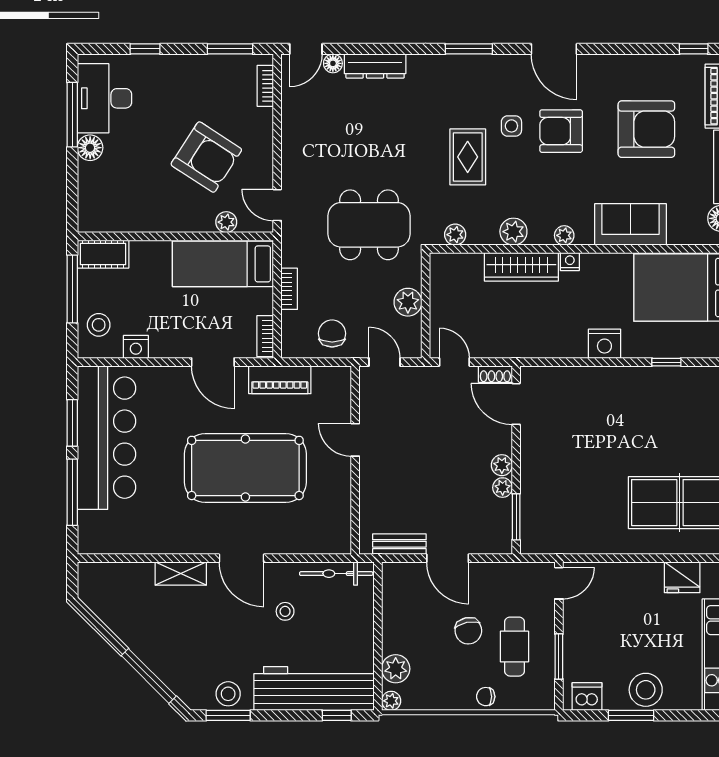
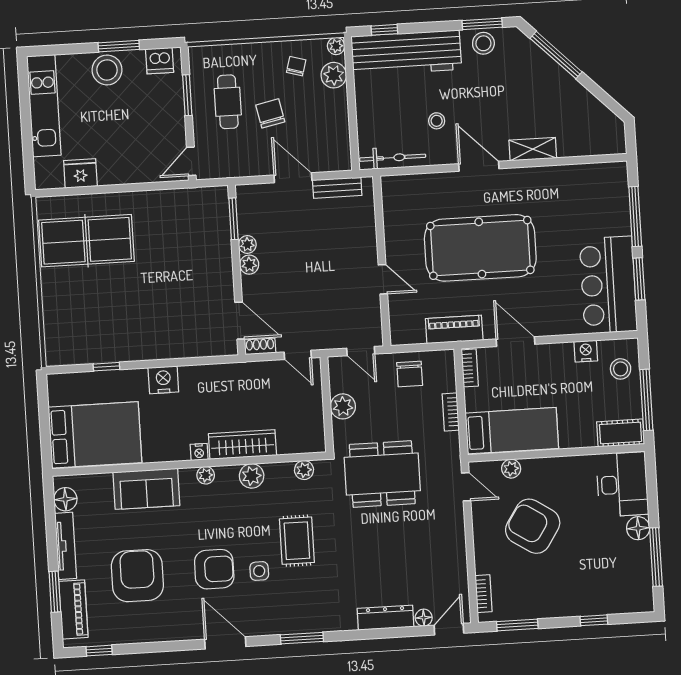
desk: (104, 98) -> (622, 484), moved
armchair: (646, 129) -> (137, 576), turned 90
bar counter: (106, 438) -> (608, 285), width x0.73
chair: (486, 697) -> (296, 66), moved, turned -74

